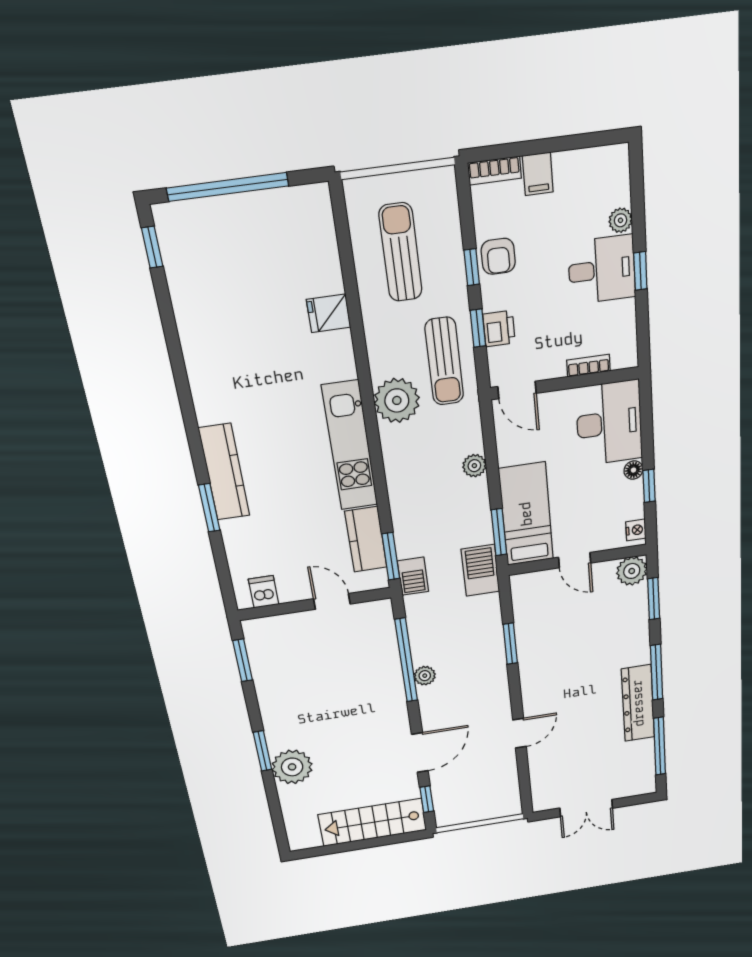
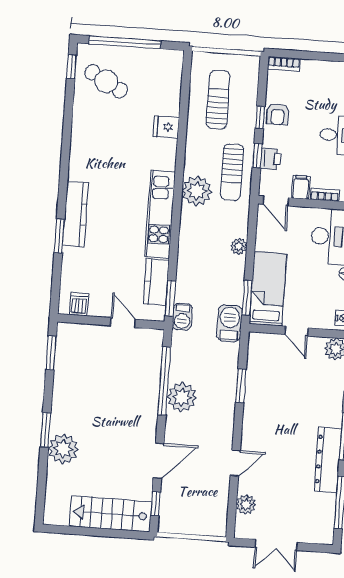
filing cabinet: (538, 174) -> (301, 187), moved, turned 180
cafe table: (215, 260) -> (106, 81), added
plant: (425, 676) -> (182, 397), width x1.88, depth x1.88
plant: (541, 775) -> (246, 504), added

